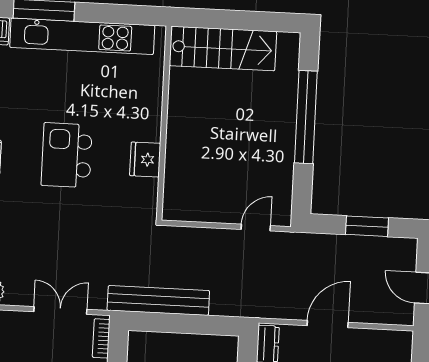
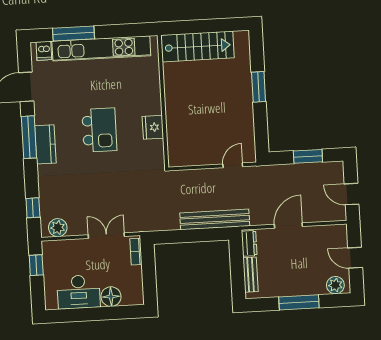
window: (306, 117) -> (259, 87), width x0.47
kitchen island: (67, 155) -> (99, 130), turned 180
bench: (158, 300) -> (215, 219), moved

